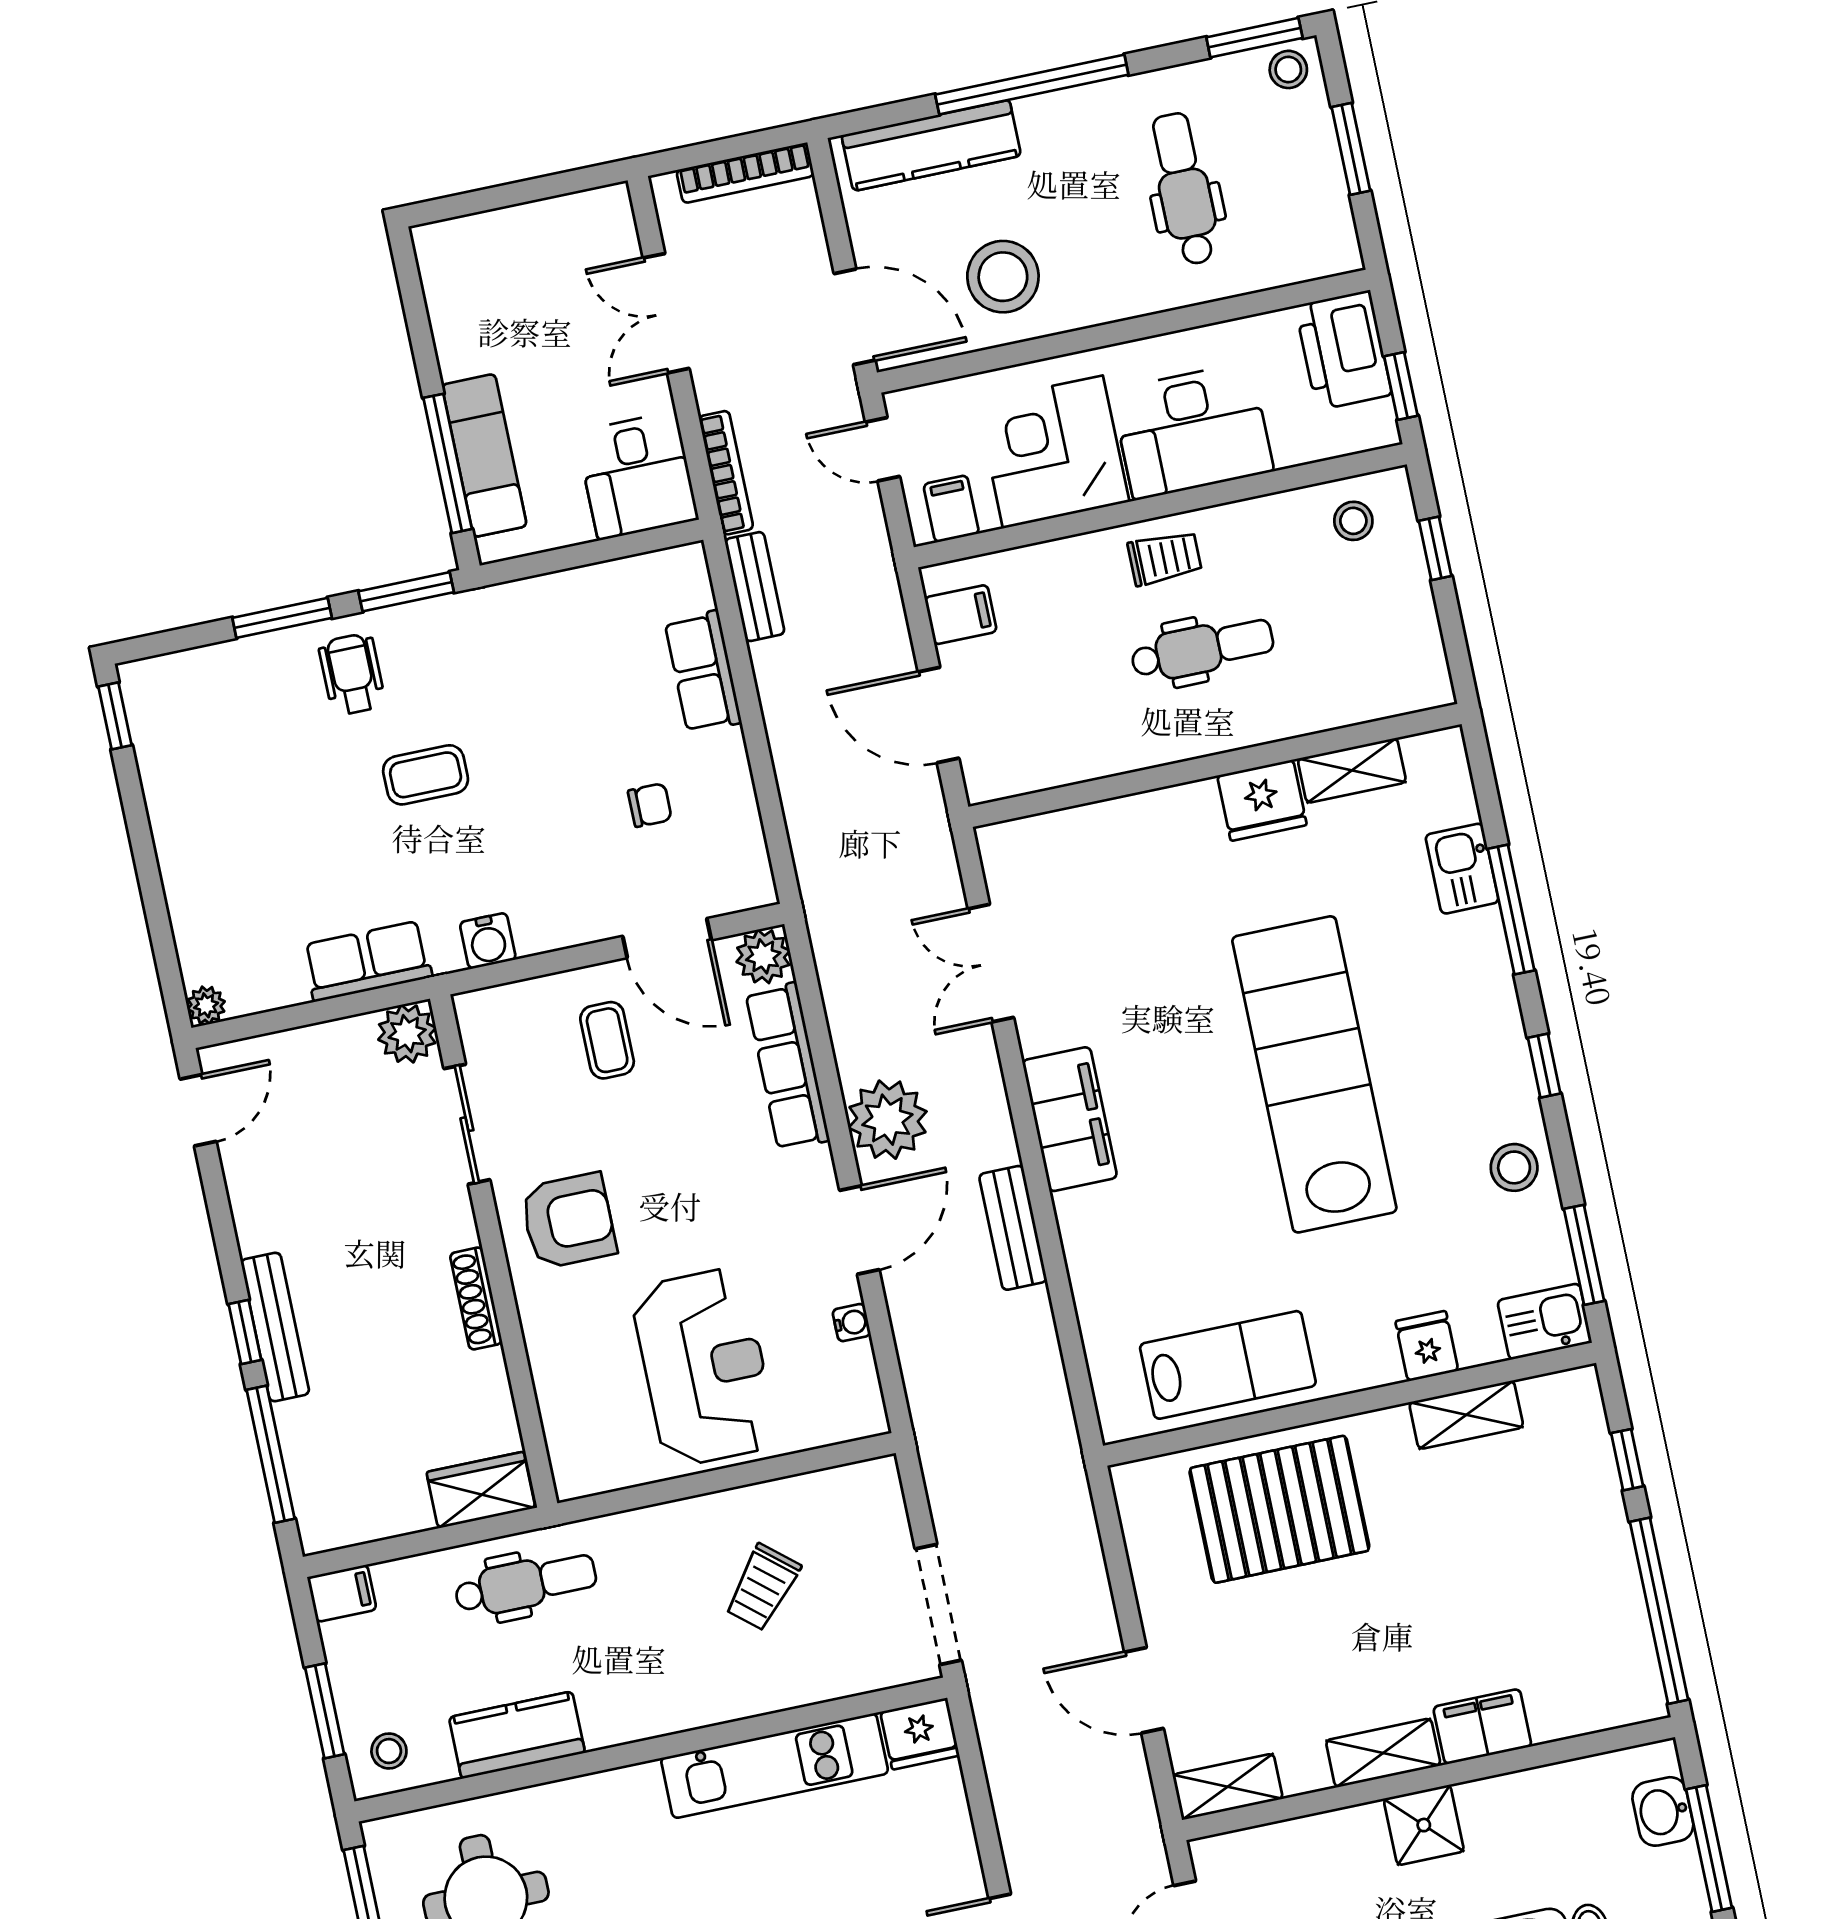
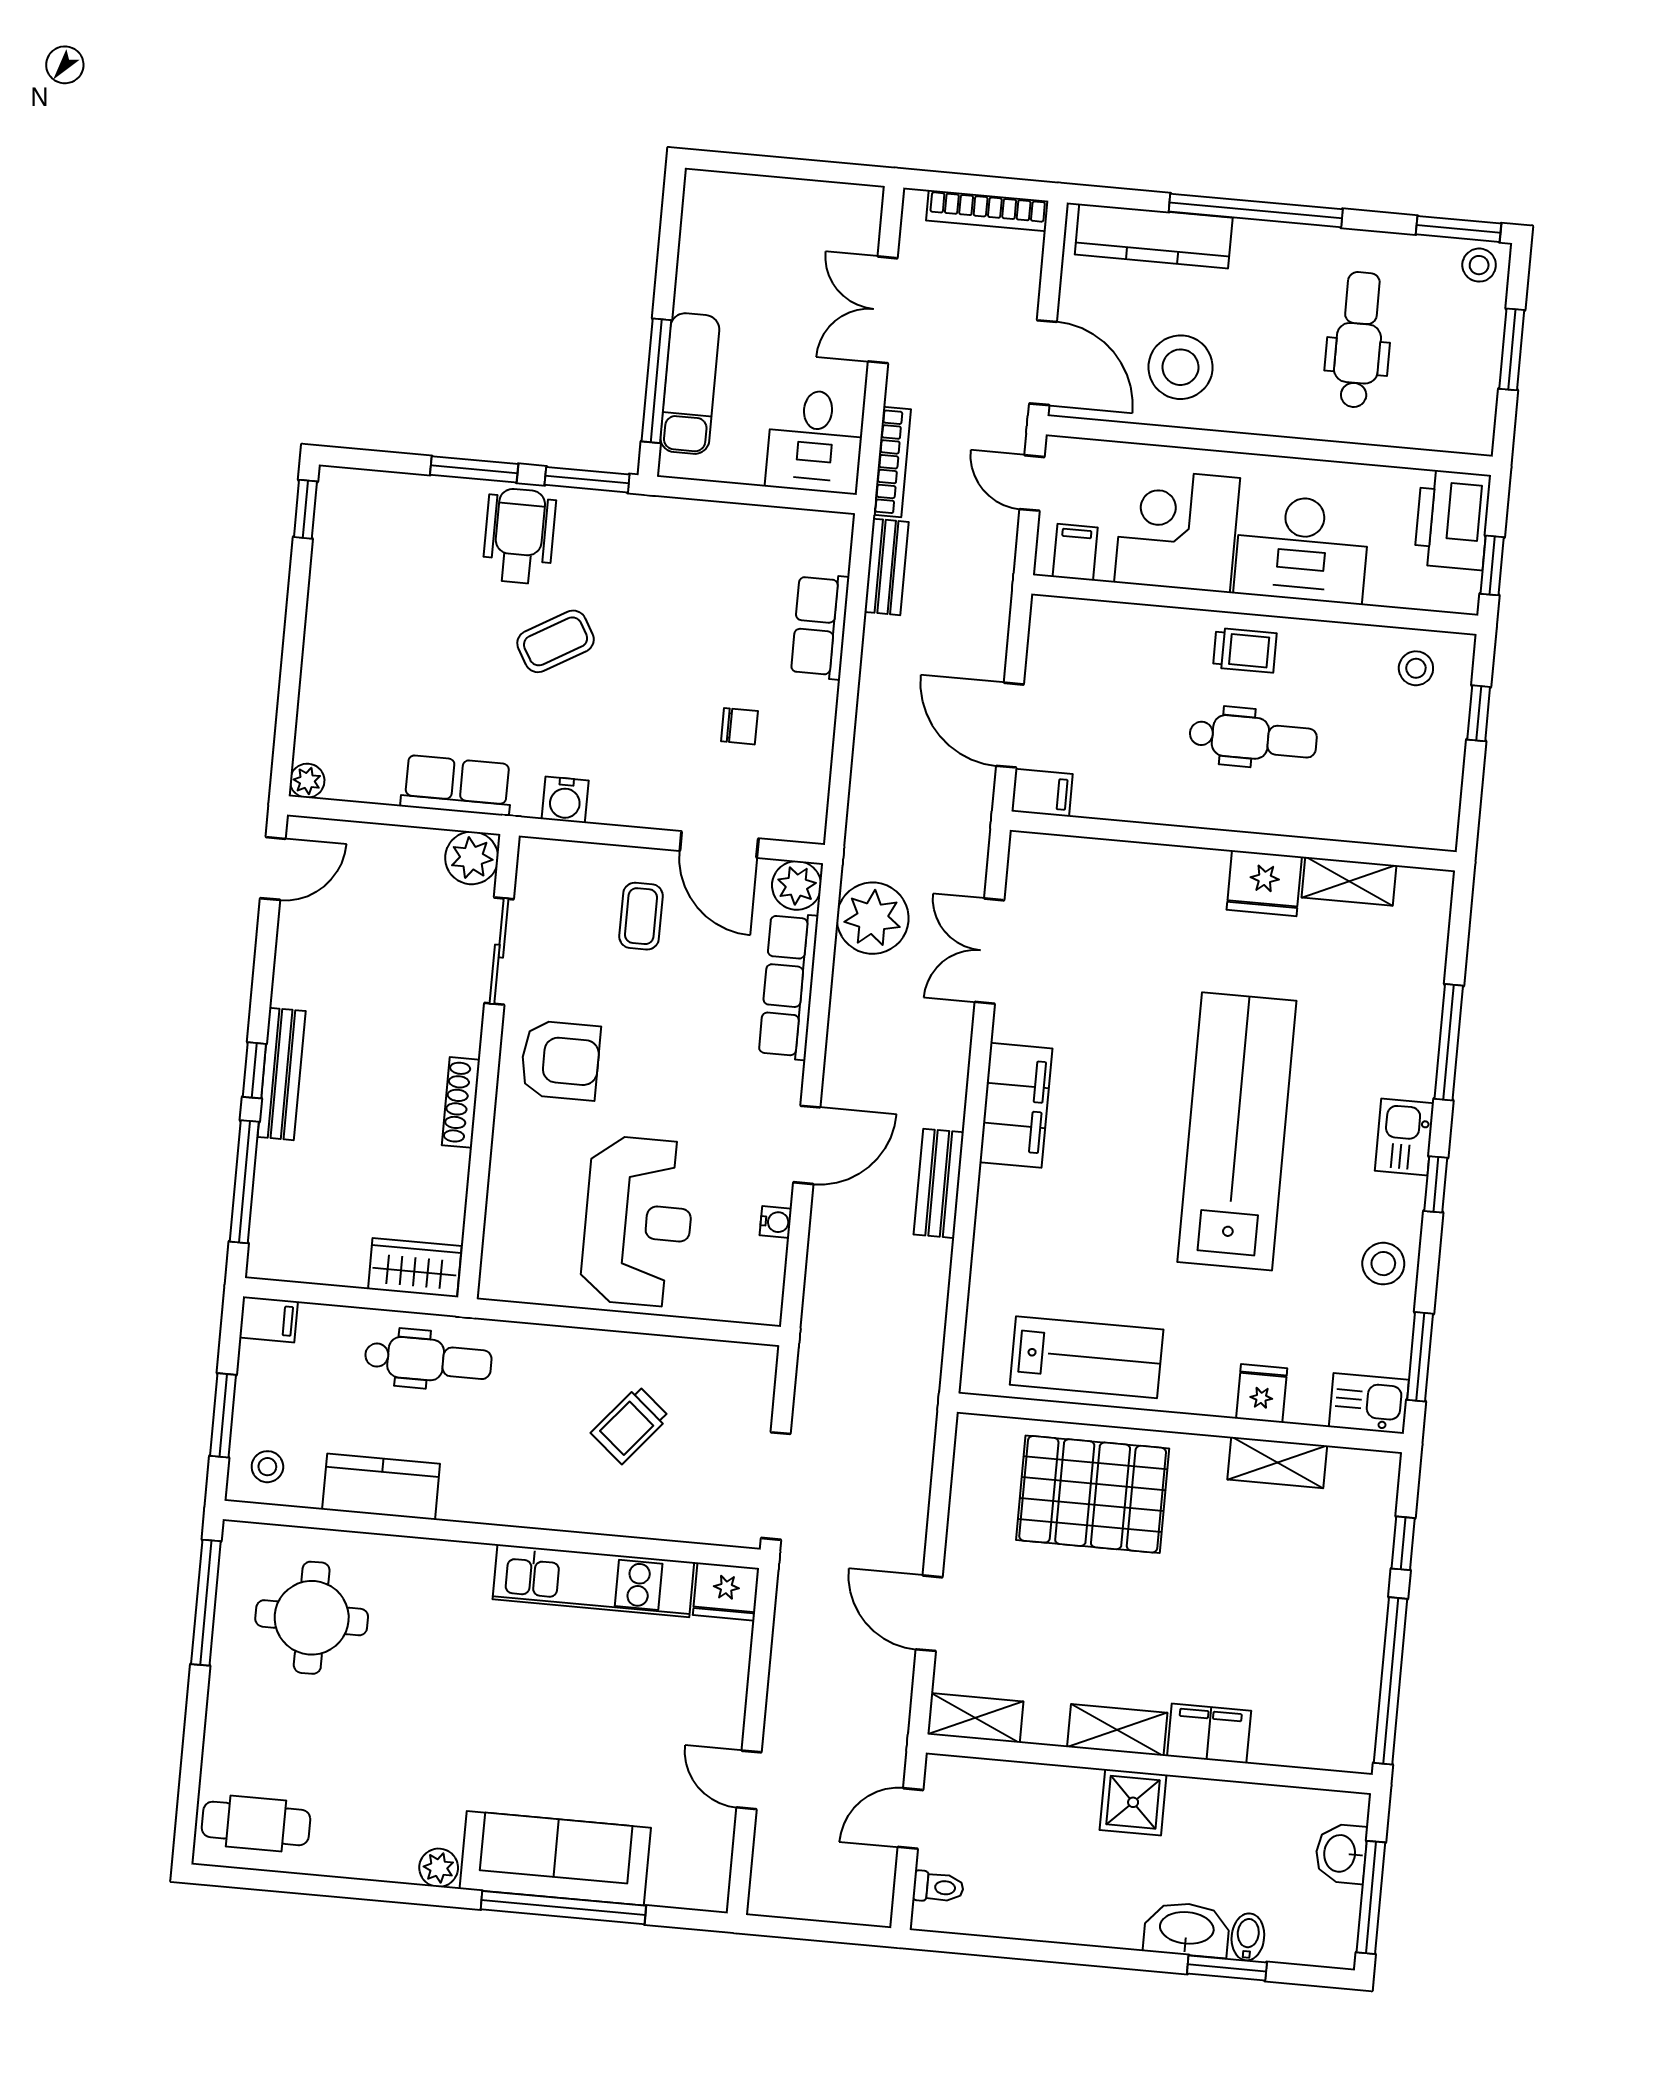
filing cabinet: (961, 615) -> (1042, 793), moved
wheelchair: (352, 674) -> (519, 536), width x1.36, depth x1.37
coffee table: (426, 775) -> (556, 641), turned -30
kitchen sink: (1462, 869) -> (1404, 1137), moved
plant: (887, 1120) -> (873, 918), moved

